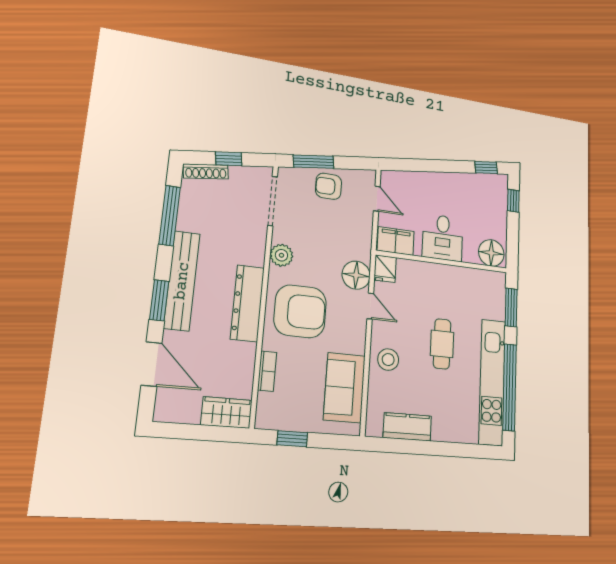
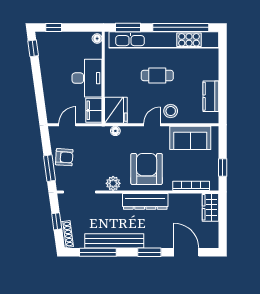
armchair: (329, 186) -> (64, 157), turned -86
desk: (443, 238) -> (87, 78), width x1.37
floor lamp: (491, 253) -> (97, 39), width x0.53, depth x0.53
fridge: (385, 269) -> (116, 110), width x1.88, depth x1.34
floor lamp: (356, 275) -> (115, 131), width x0.53, depth x0.53
bench: (182, 281) -> (114, 241), moved
door: (370, 306) -> (152, 125), moved
door: (151, 364) -> (186, 252), hinge flipped
bookcase: (267, 371) -> (191, 186), width x1.56
kitchen unit: (492, 382) -> (164, 40), width x1.36

